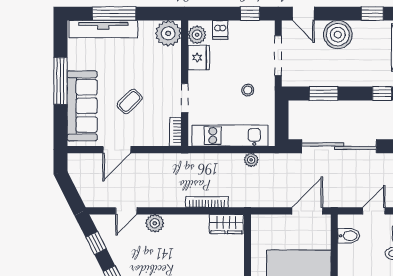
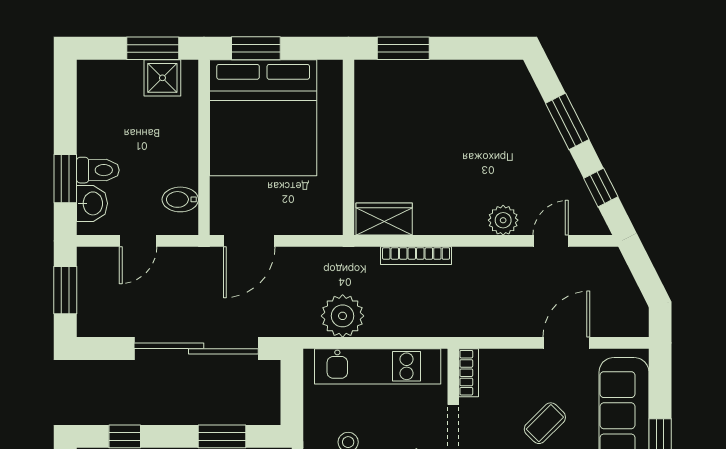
plant: (251, 160) -> (343, 316), width x1.87, depth x1.87

